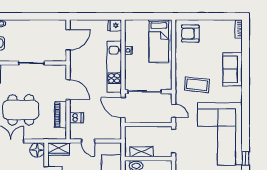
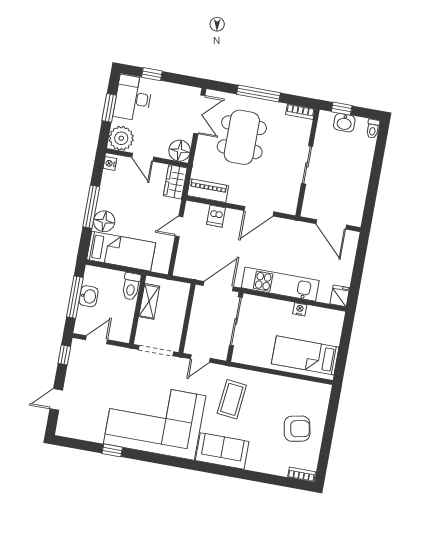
armchair: (190, 34) -> (297, 429), moved, turned 79
sofa: (233, 69) -> (222, 451), moved
piano: (61, 115) -> (208, 191), moved

